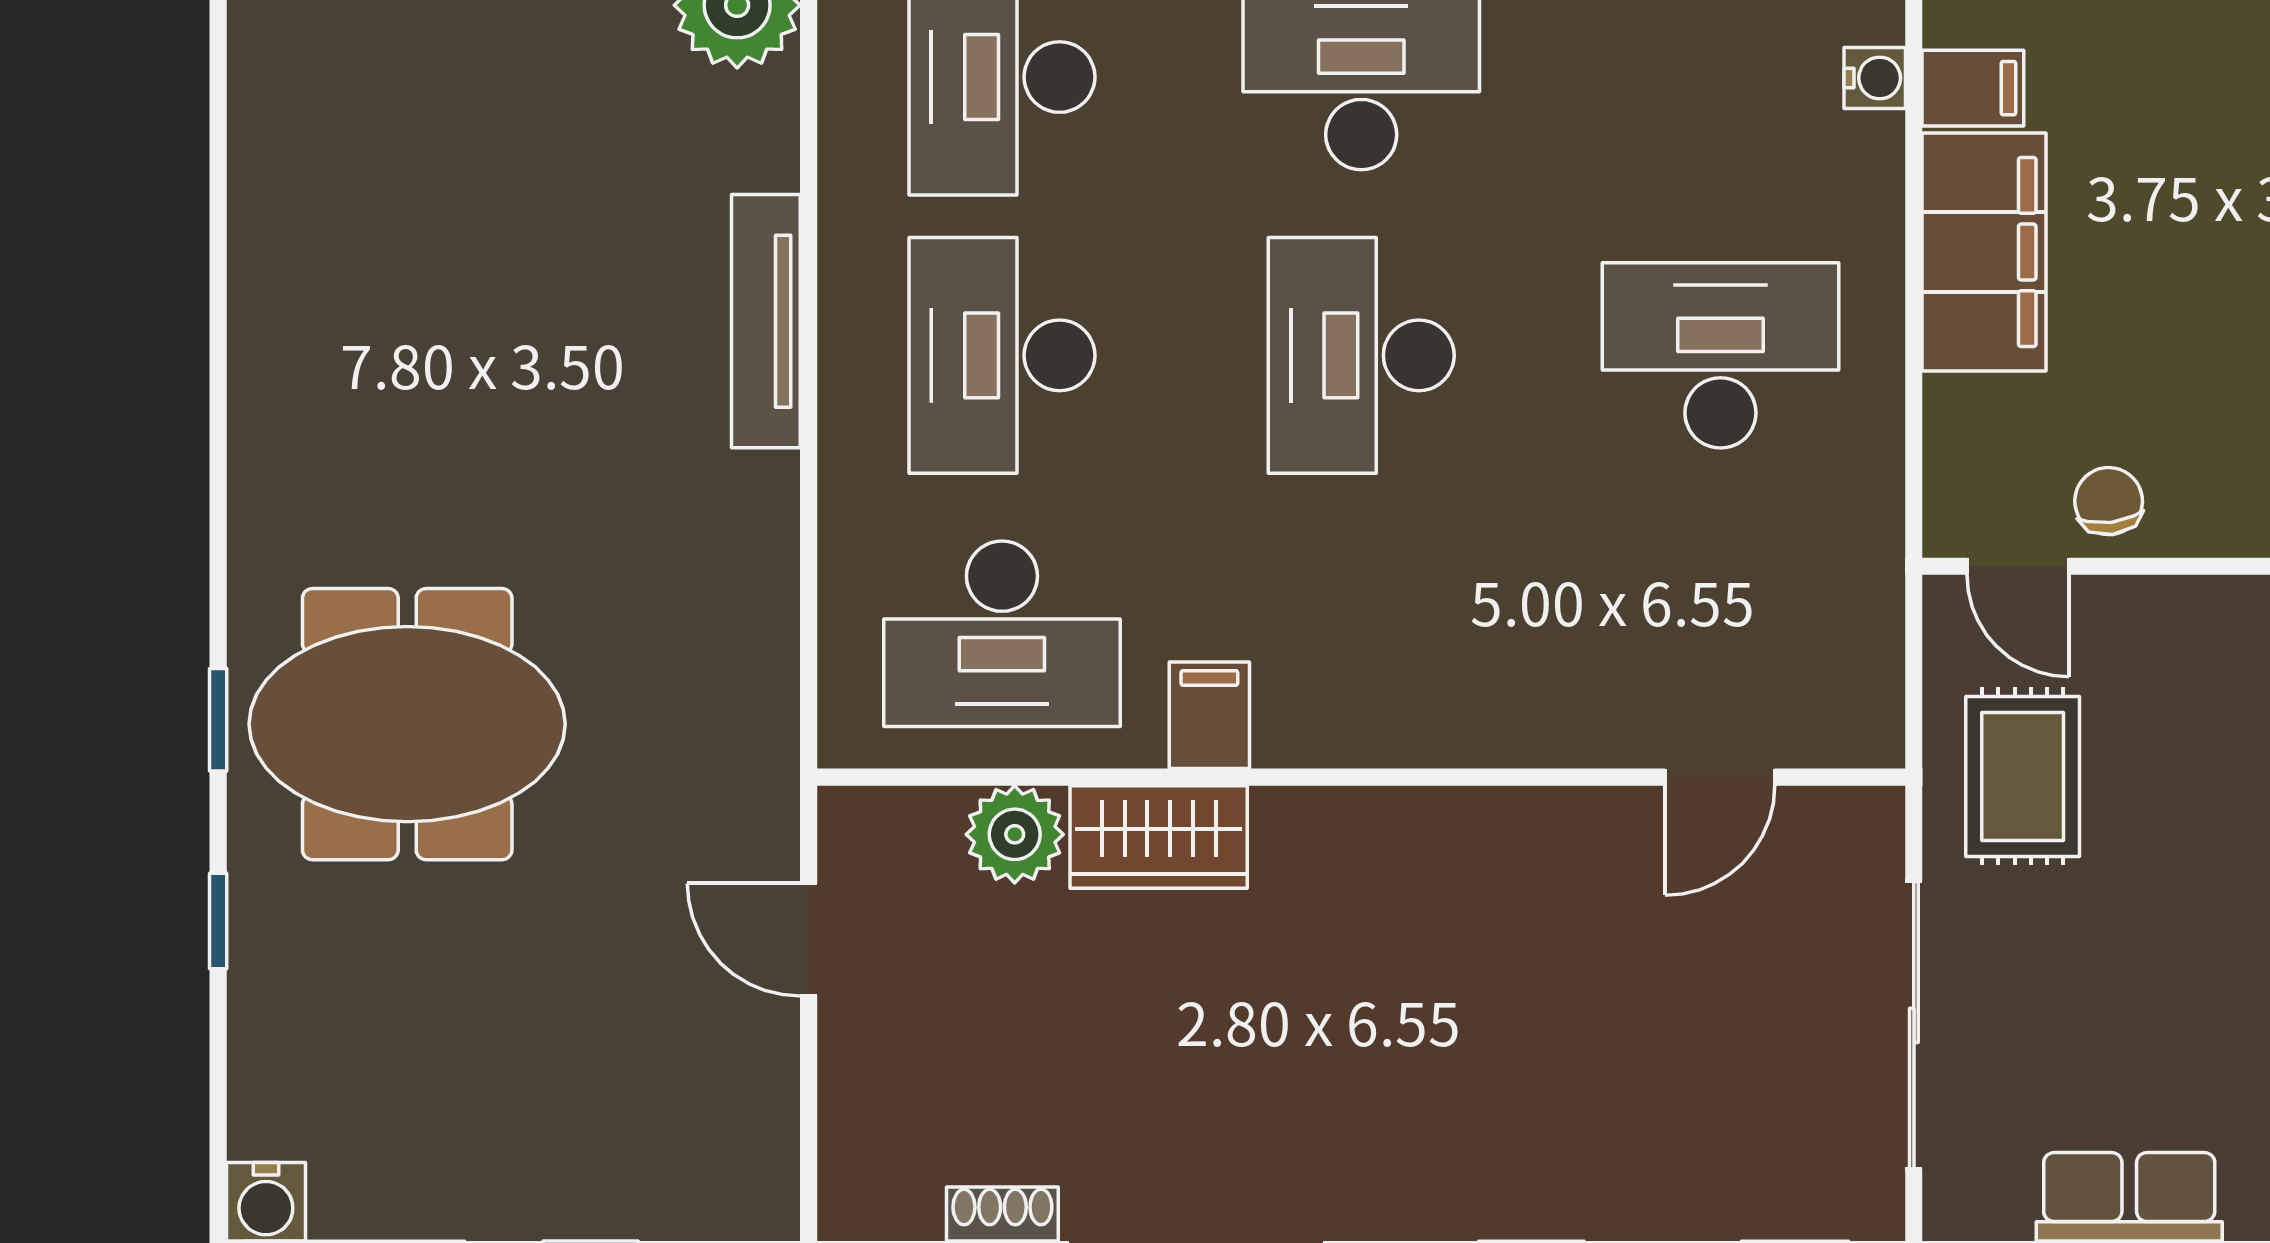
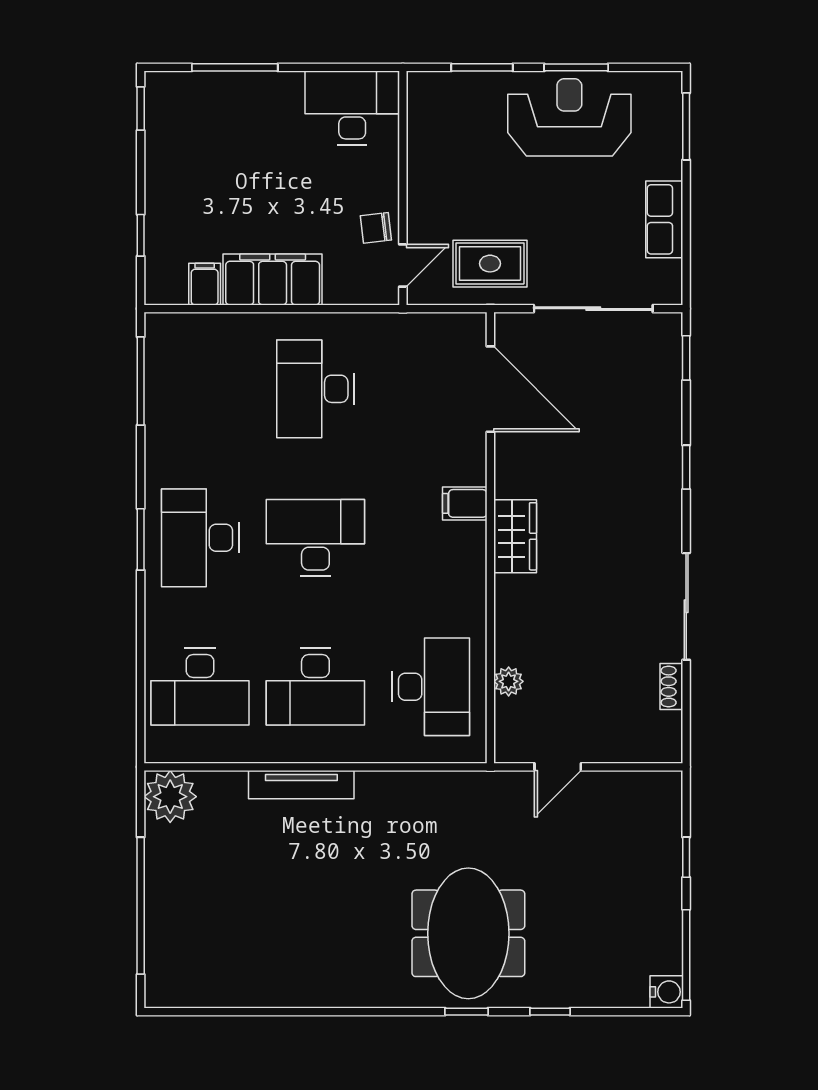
water cooler: (1875, 78) -> (200, 325), removed
desk: (1361, 355) -> (315, 538), turned 180
filing cabinet: (1209, 715) -> (465, 503), moved
door: (1720, 777) -> (490, 389), width x1.88
plant: (1015, 834) -> (509, 681), width x0.73, depth x0.73
wardrobe: (1159, 837) -> (515, 536), moved

